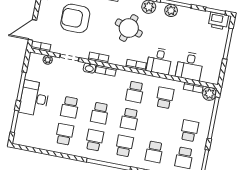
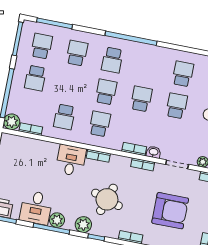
desk: (190, 66) -> (36, 208), moved, turned 180
school desk: (65, 134) -> (183, 74), turned 180
school desk: (94, 140) -> (148, 67), removed

